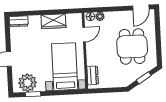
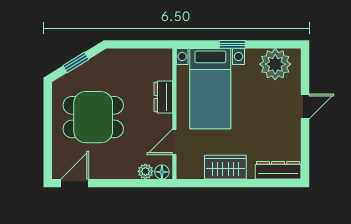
dresser: (19, 21) -> (278, 170), width x1.44
dining table: (132, 46) -> (93, 117), turned 90
dresser: (93, 76) -> (163, 97), moved
window: (33, 94) -> (232, 44), moved

